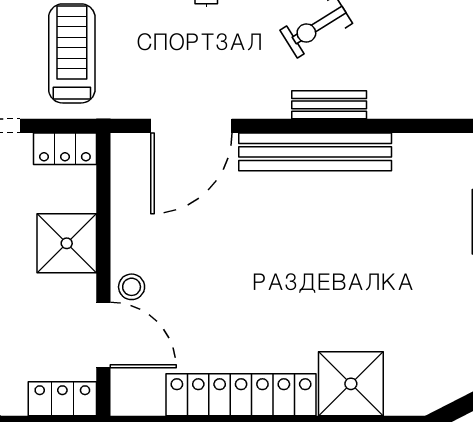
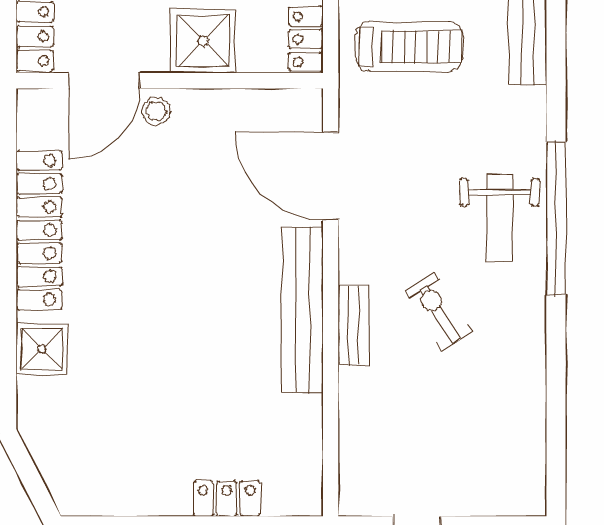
shower: (351, 384) -> (42, 349), width x0.73, depth x0.73

